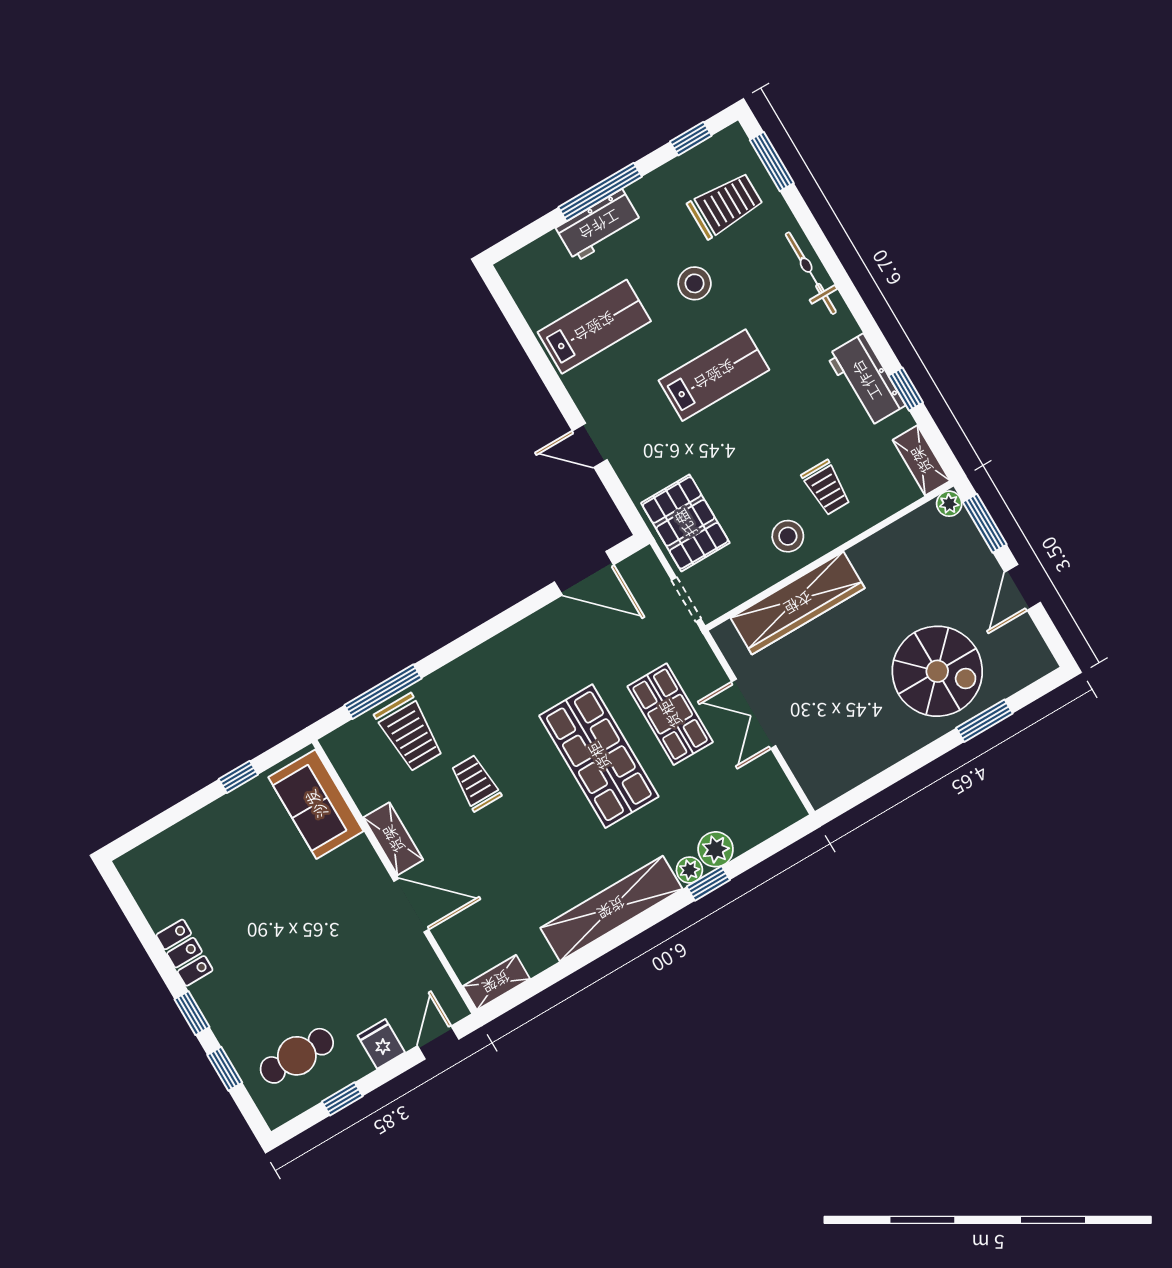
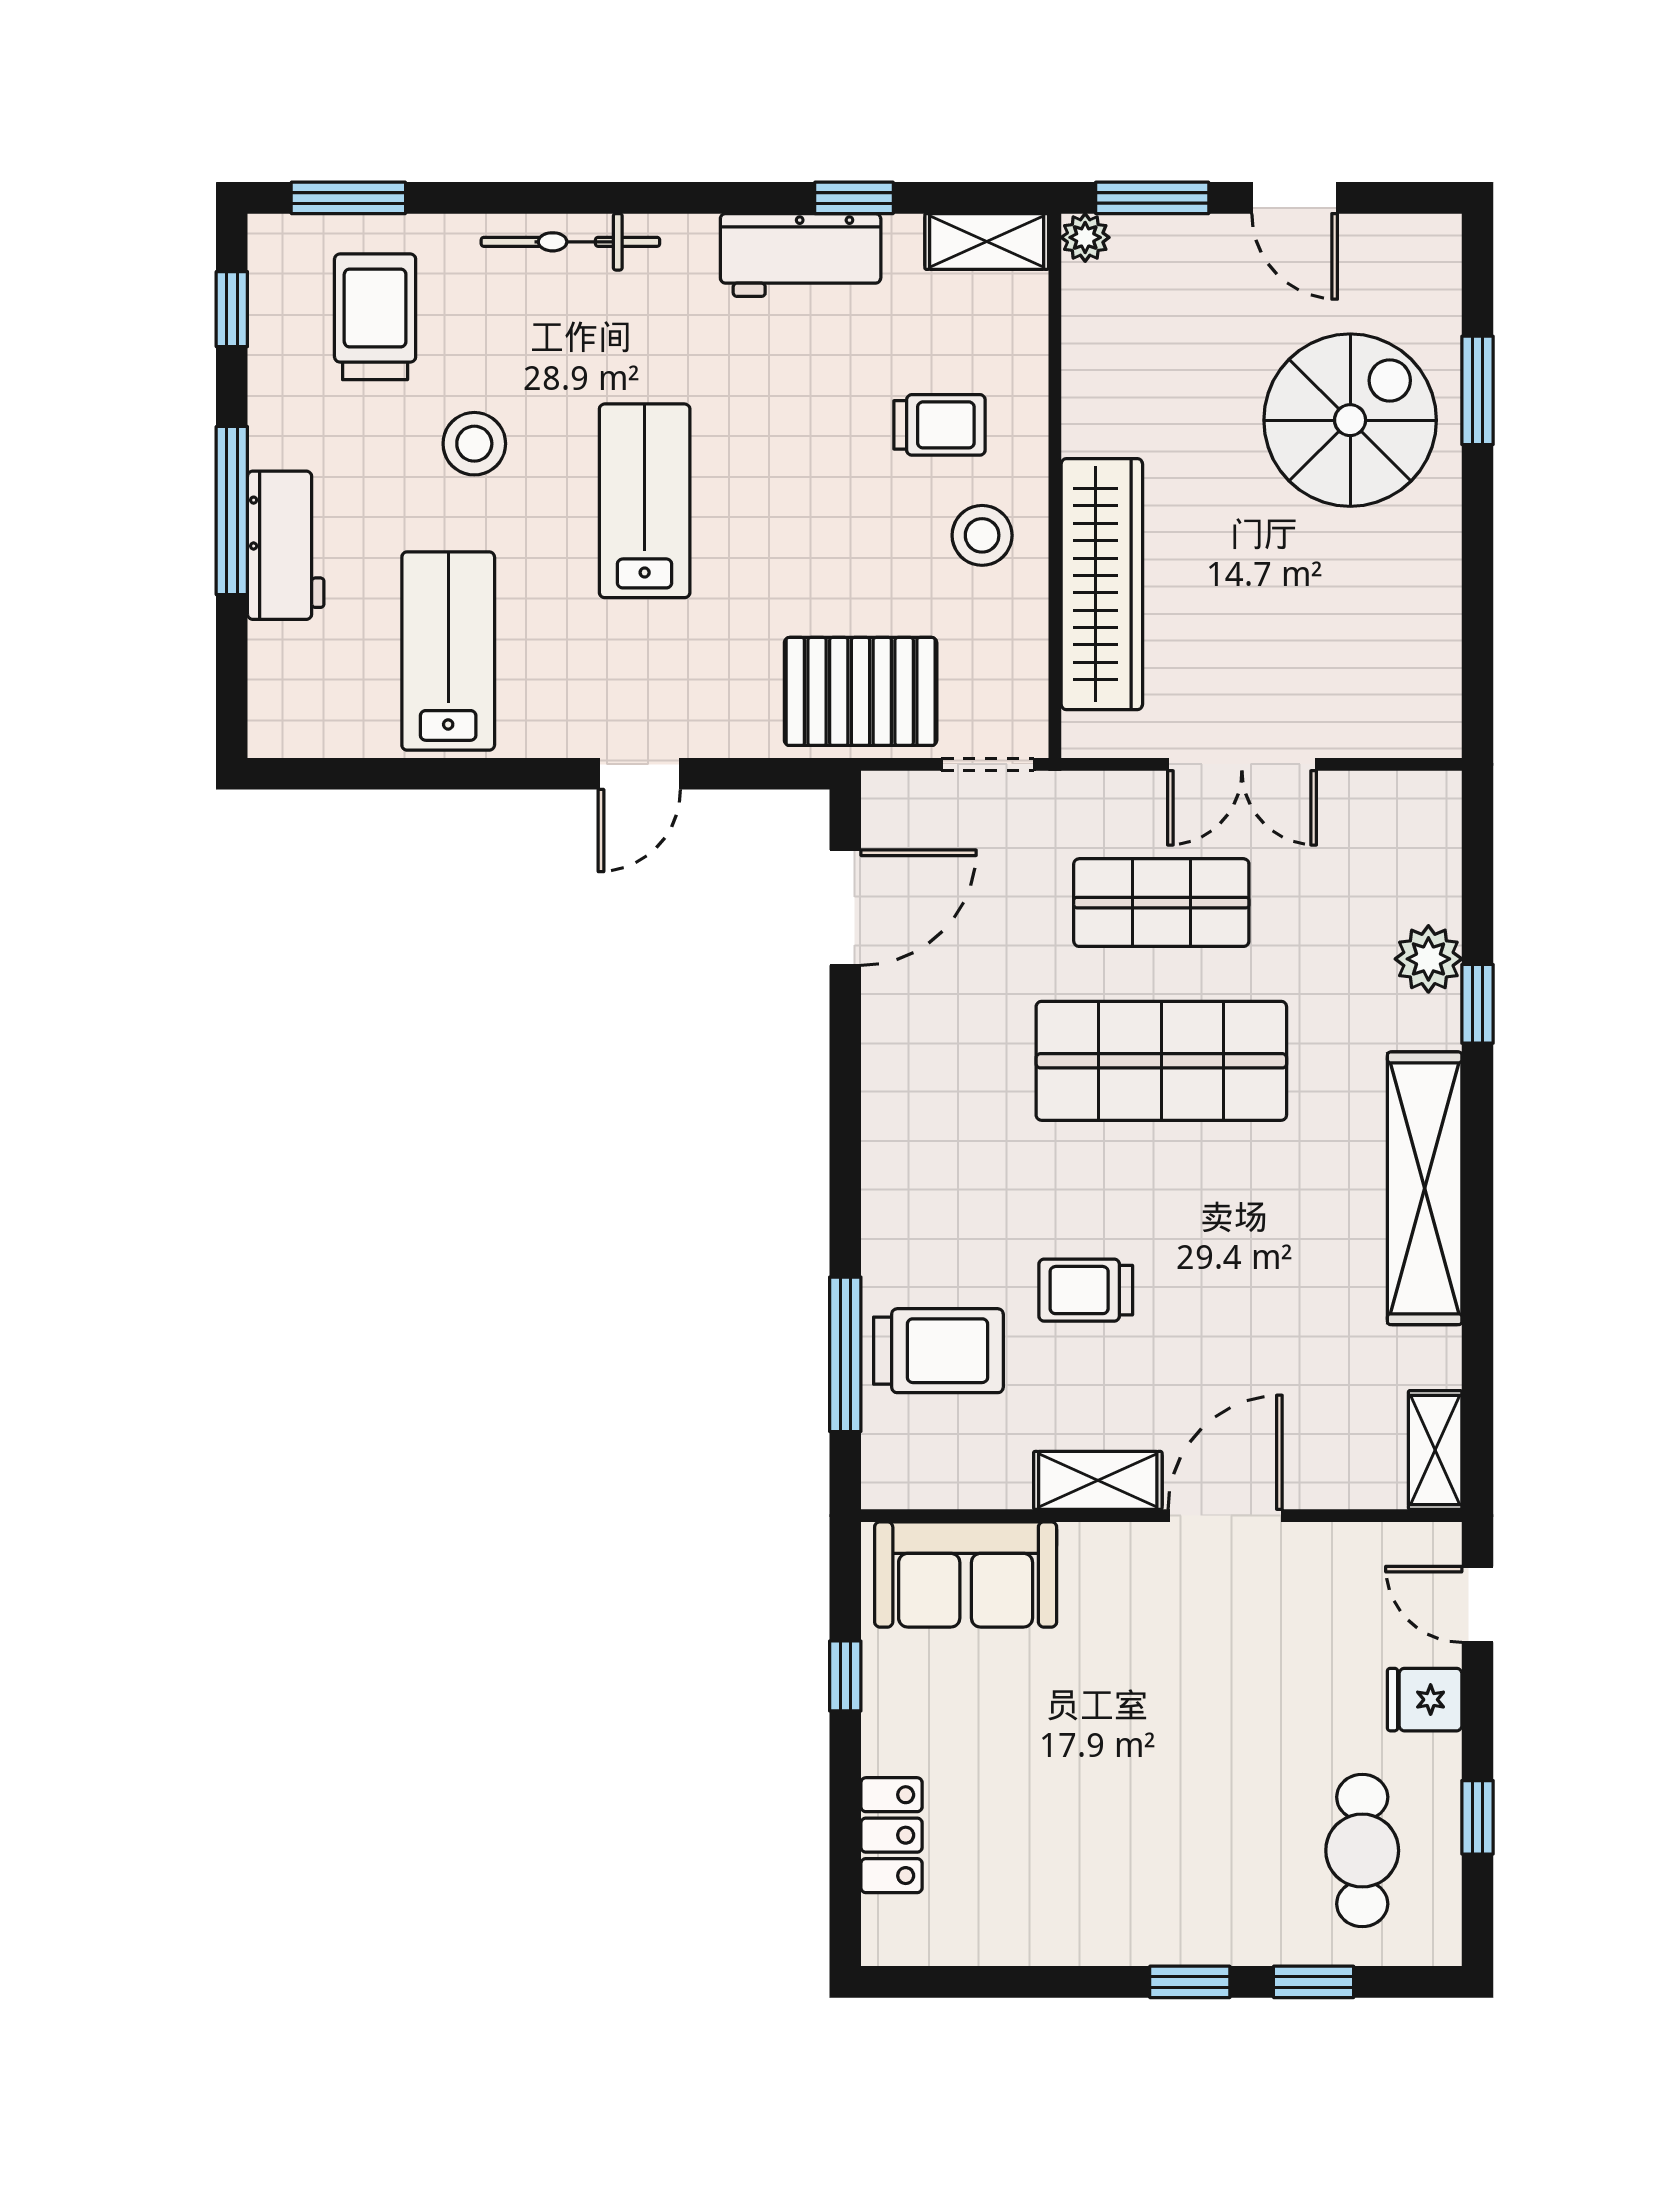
plant: (689, 870) -> (1437, 1022), removed
locker: (184, 953) -> (892, 1835), moved, turned 90

